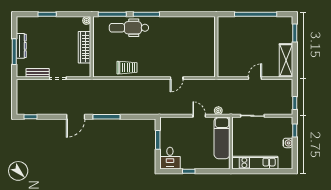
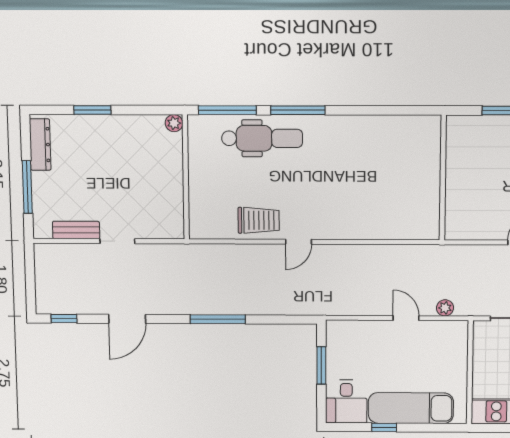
dental chair: (129, 28) -> (262, 138), turned 180
dresser: (21, 46) -> (40, 145), moved
wardrobe: (85, 47) -> (171, 178), removed
door: (177, 78) -> (299, 242), moved
door: (76, 117) -> (127, 319), moved
exam couch: (222, 138) -> (411, 408), moved, turned 90

